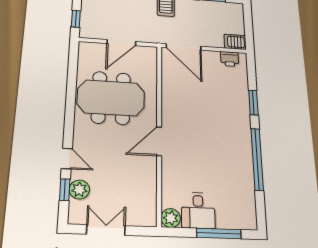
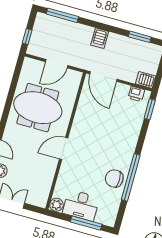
window: (253, 103) -> (150, 109), moved
chair: (237, 165) -> (114, 178), added
desk: (198, 210) -> (81, 205), width x1.37

